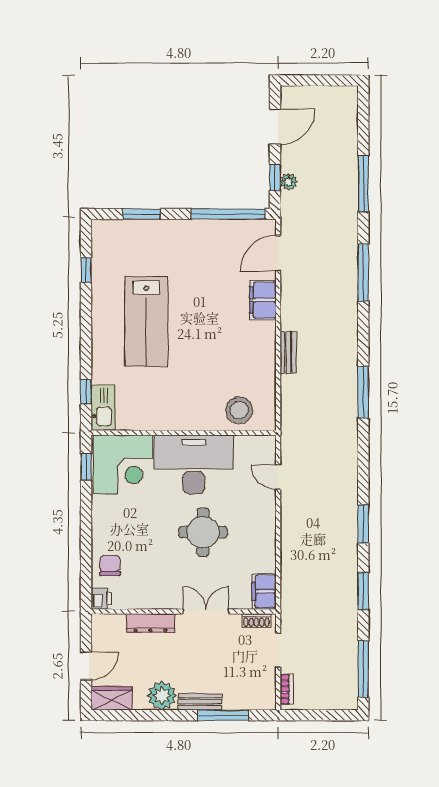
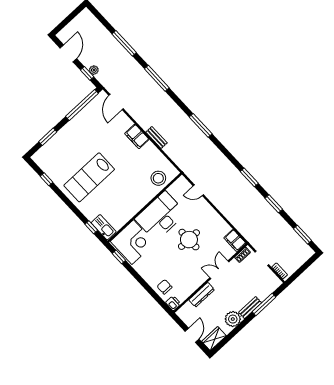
filing cabinet: (263, 300) -> (137, 136), moved
lab bench: (146, 321) -> (89, 177), turned 90
window: (363, 669) -> (302, 235), width x0.69

